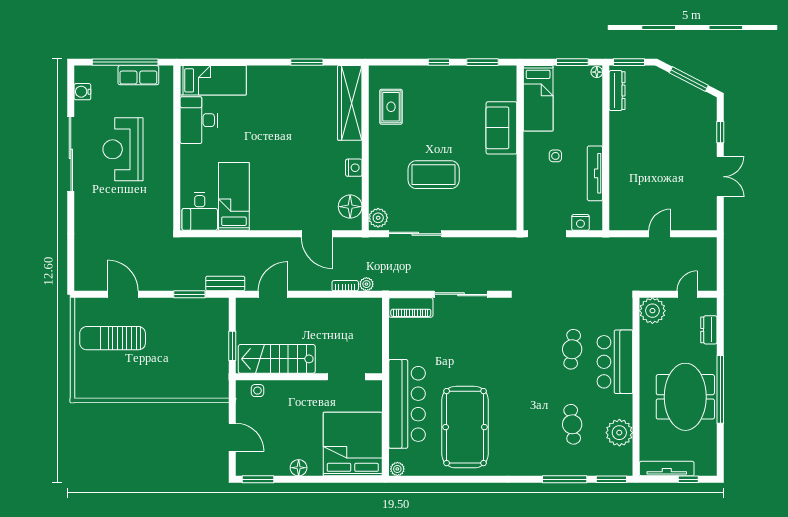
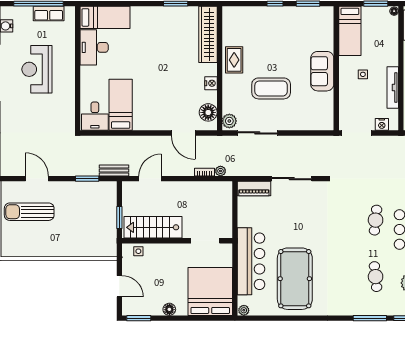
rug: (391, 107) -> (234, 60), moved
sofa: (501, 128) -> (322, 71), moved

